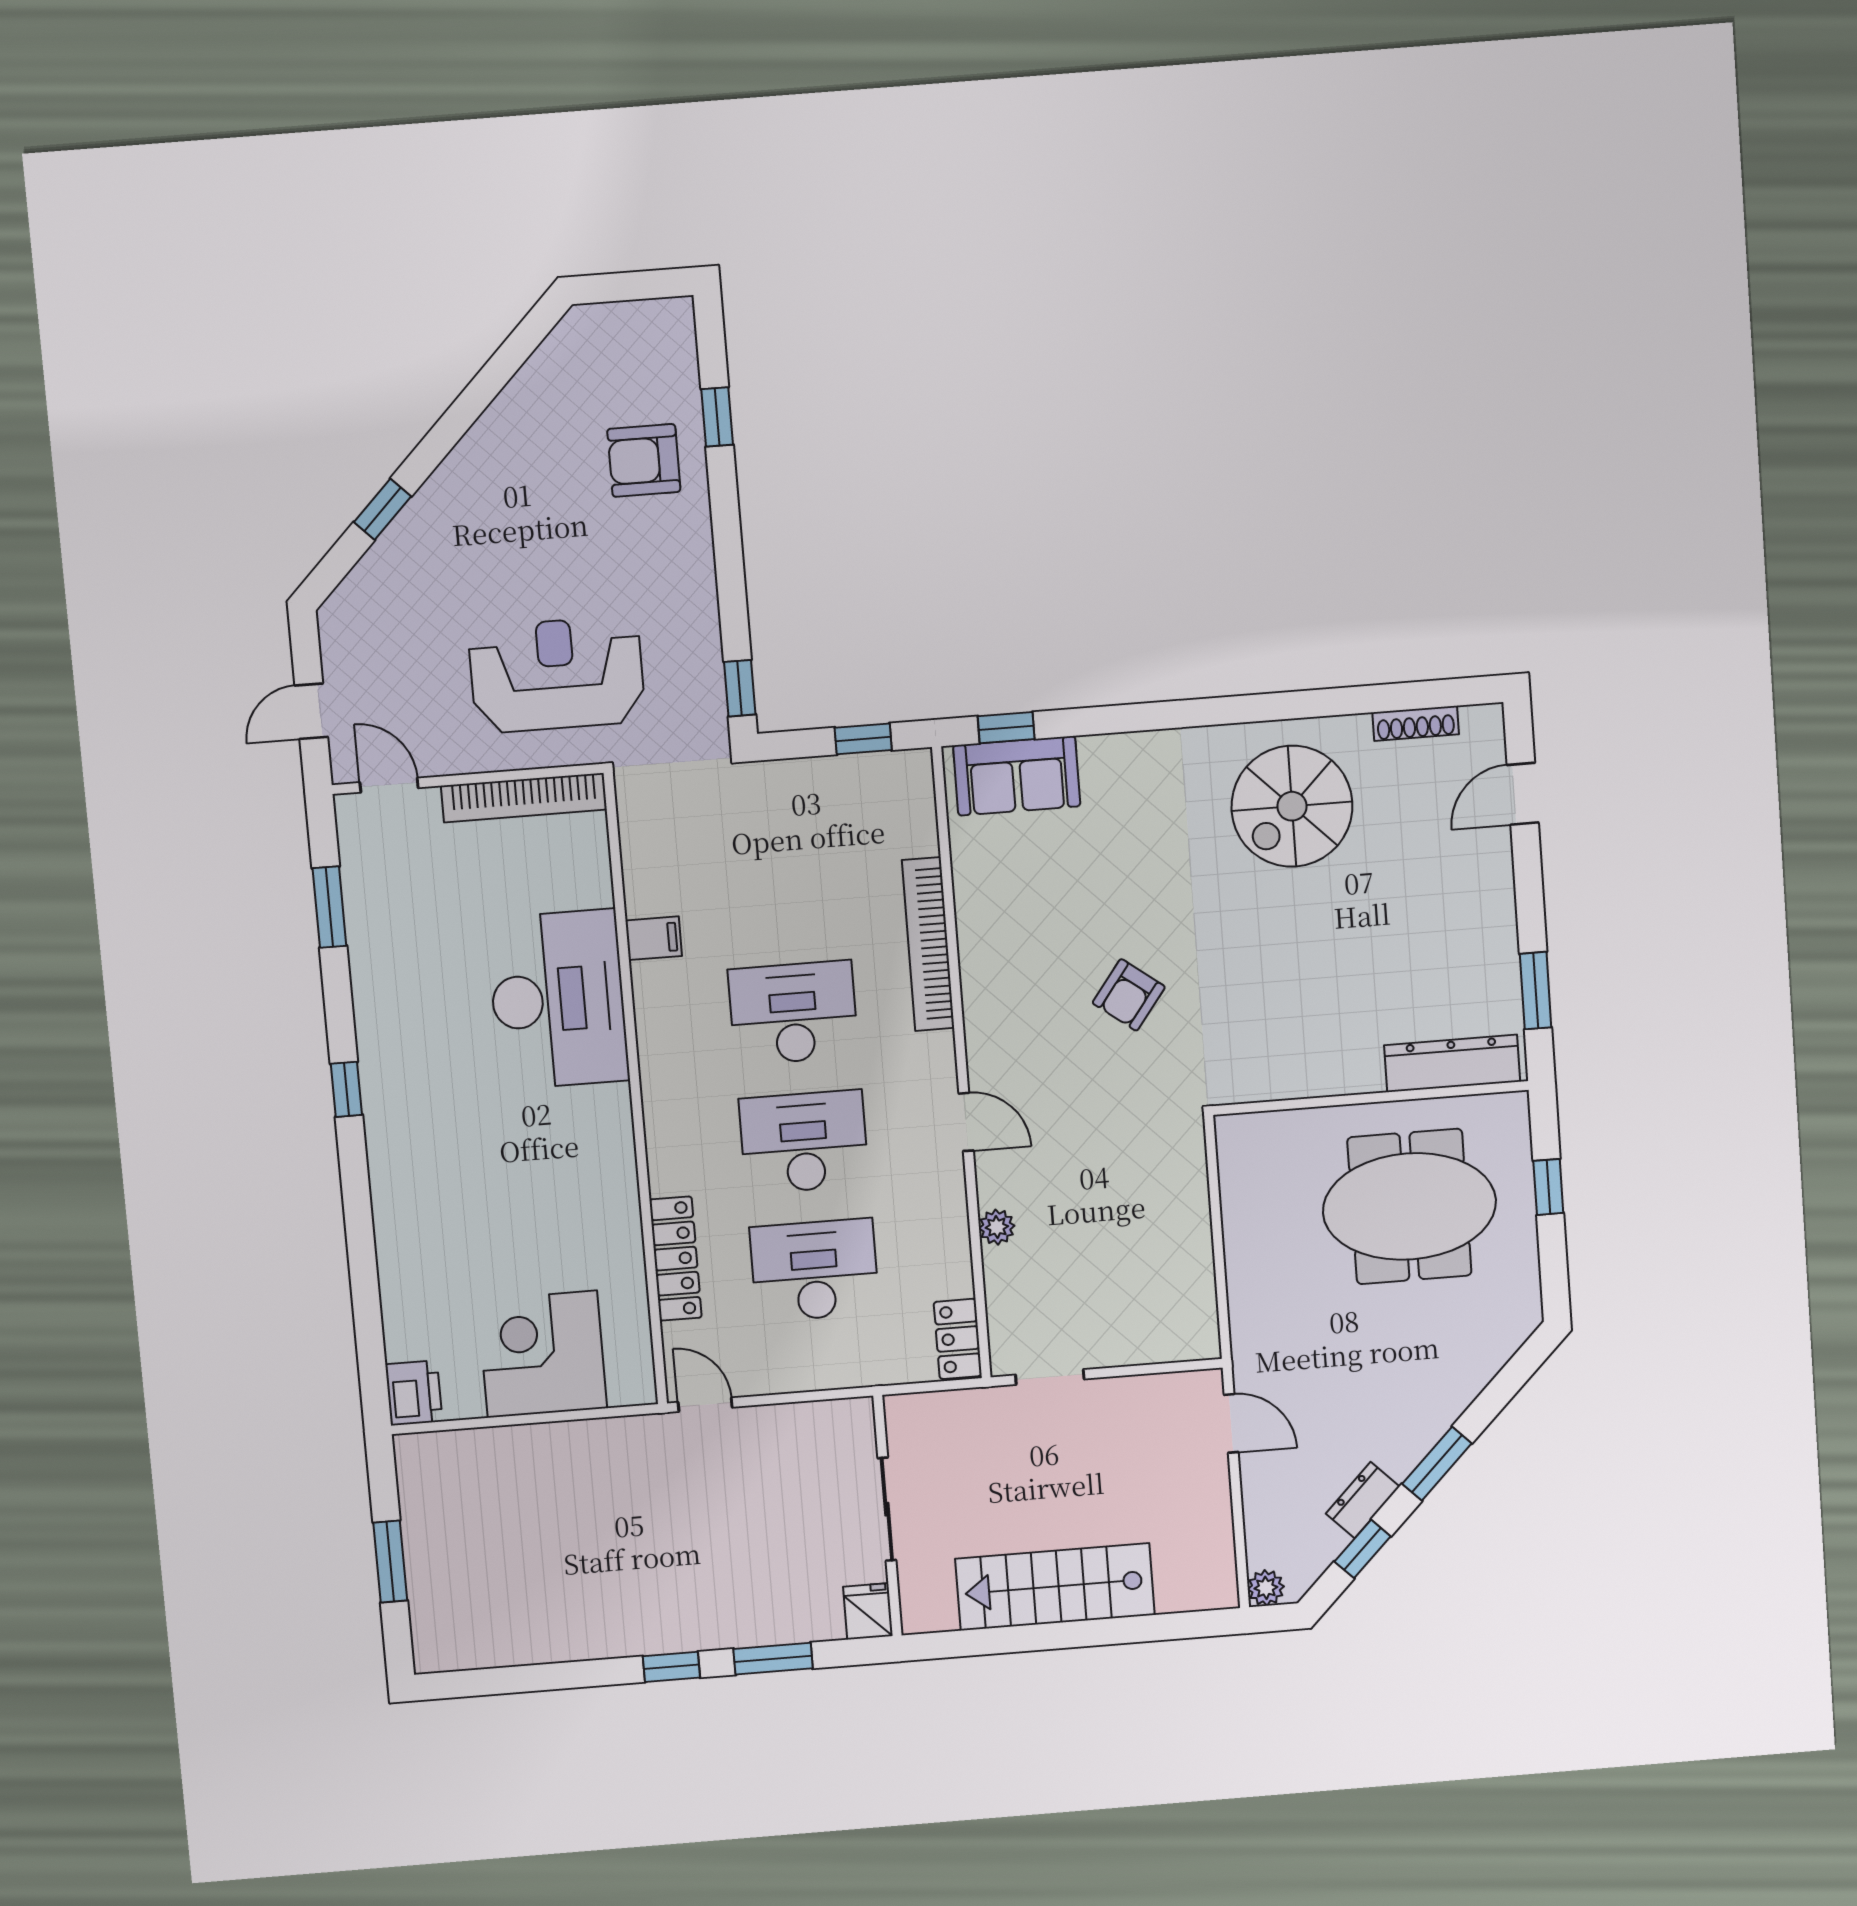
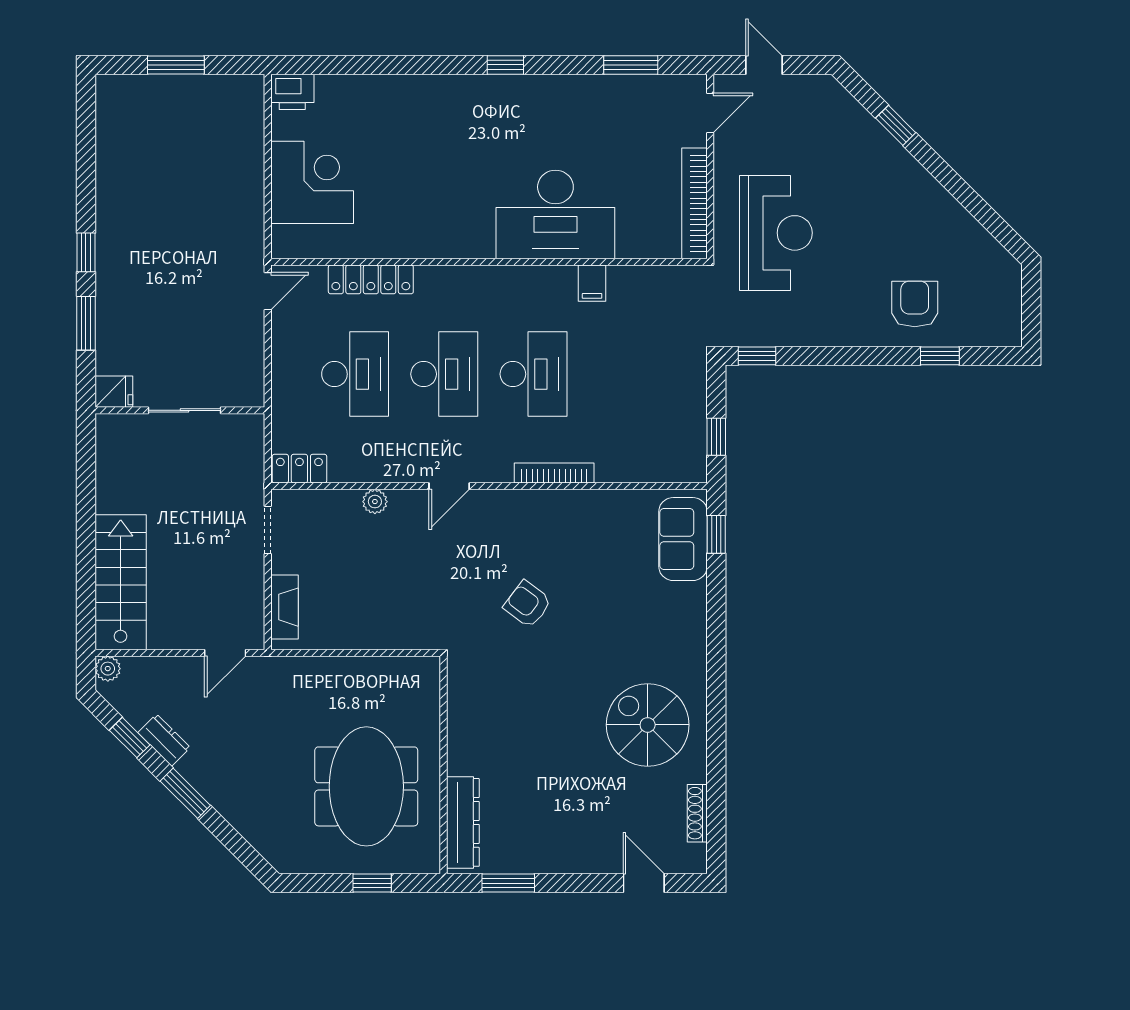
bookcase: (928, 944) -> (554, 473), width x0.68, depth x0.76
fireplace: (1159, 1344) -> (284, 607), added
stairs: (1055, 1587) -> (121, 582), moved

